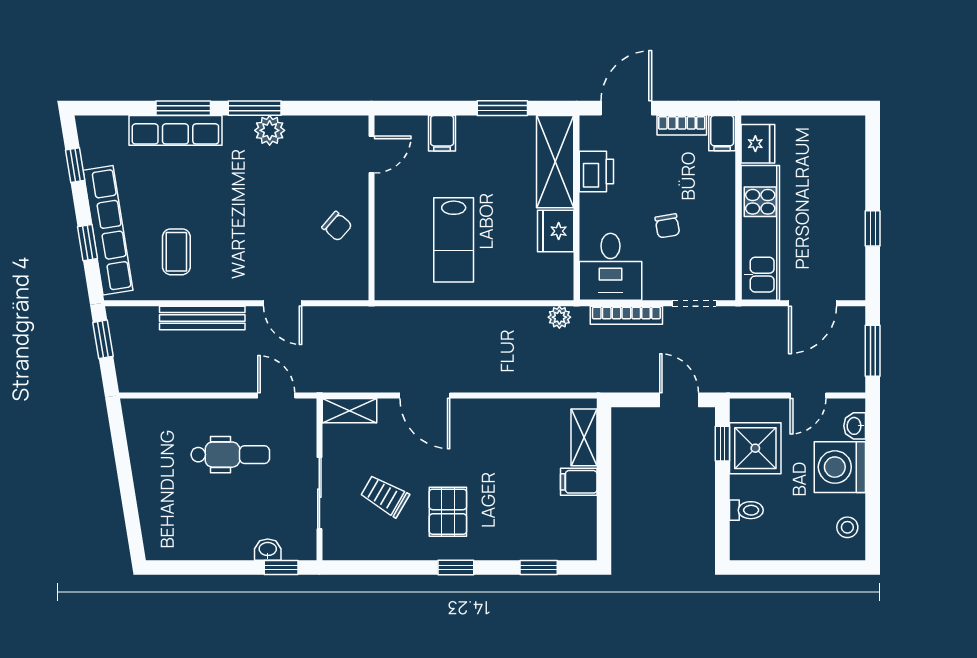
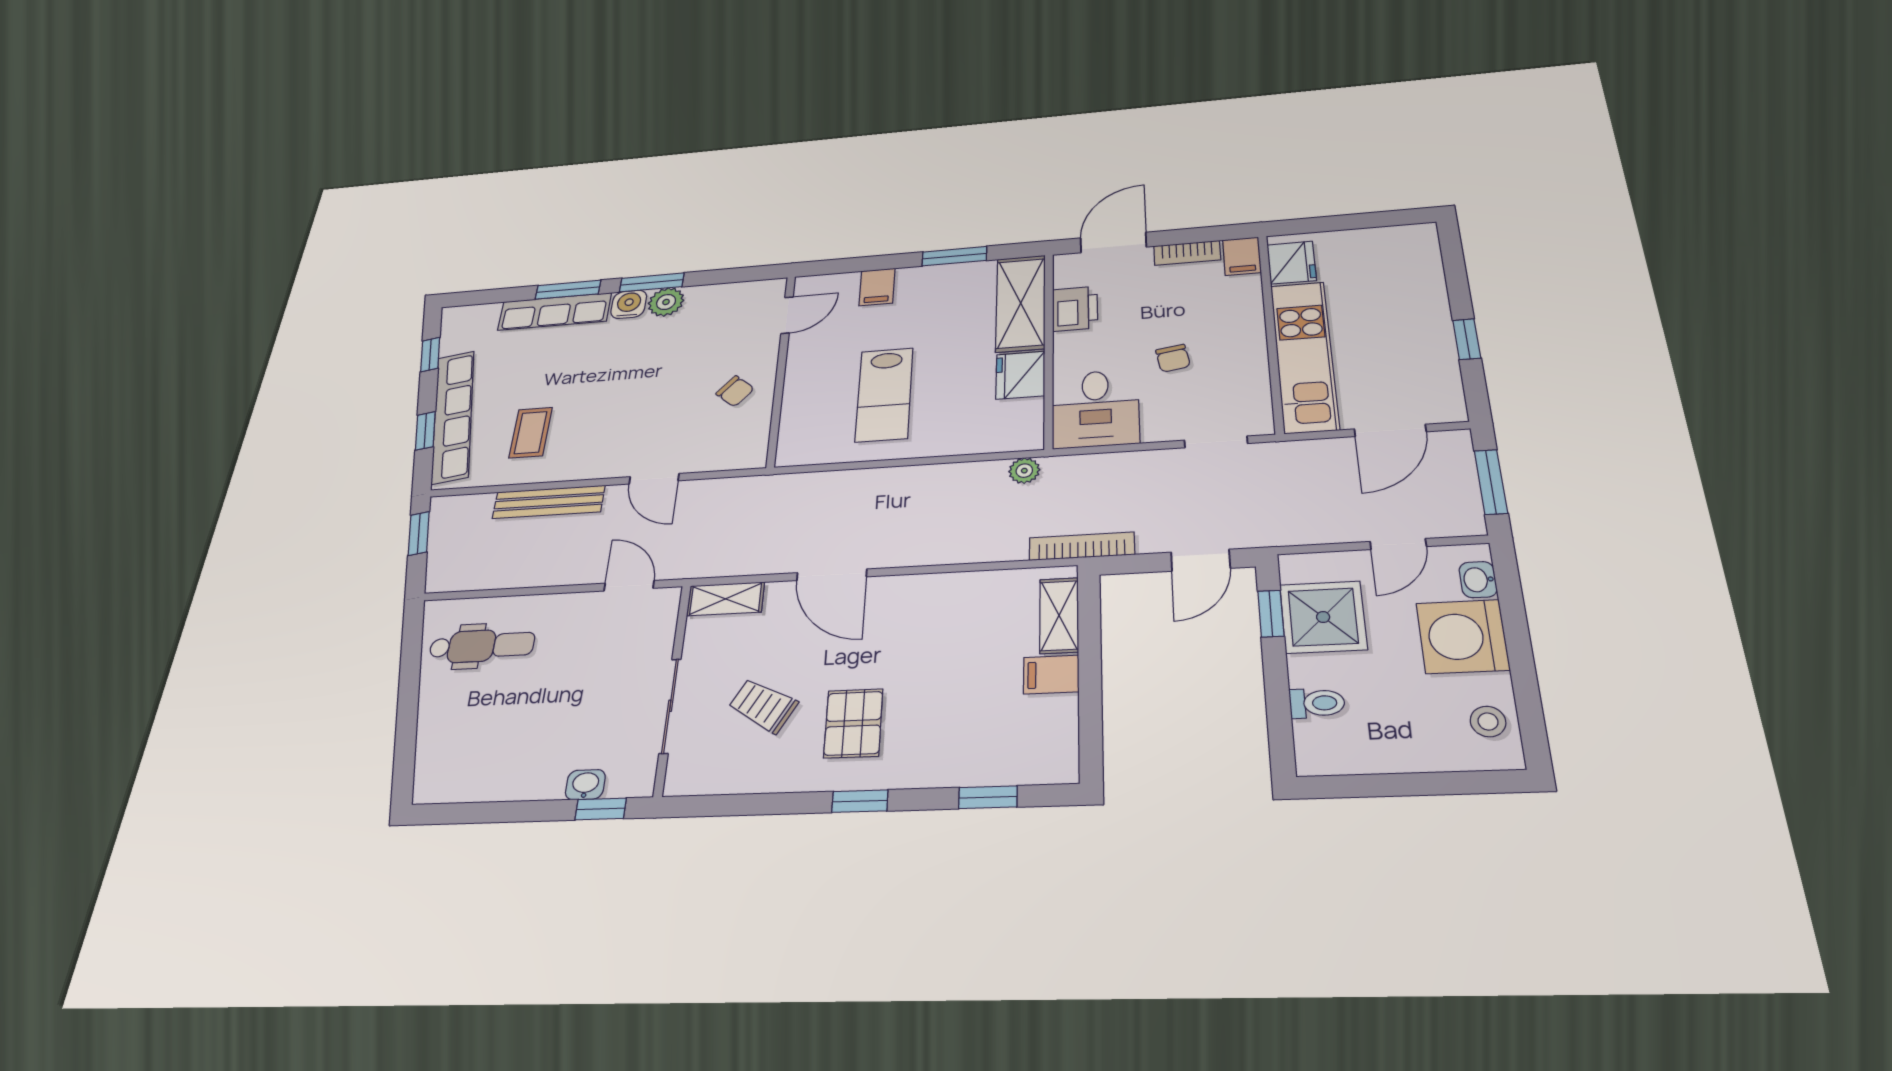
water cooler: (238, 129) -> (629, 304), added
bookcase: (626, 315) -> (1082, 546), moved, turned 180
door: (679, 400) -> (1200, 560), swing flipped
dental chair: (230, 455) -> (482, 646), moved

